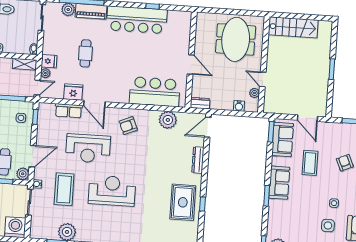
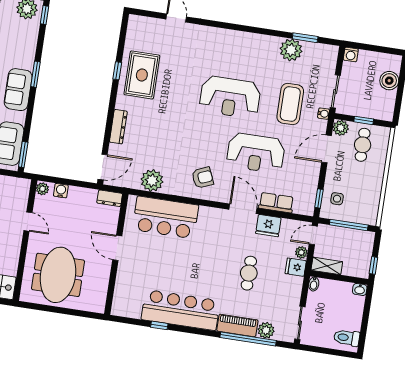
plant: (254, 93) -> (42, 189), moved
reception desk: (88, 148) -> (256, 153), turned 180
washing machine: (15, 227) -> (351, 54), width x0.53, depth x0.53

